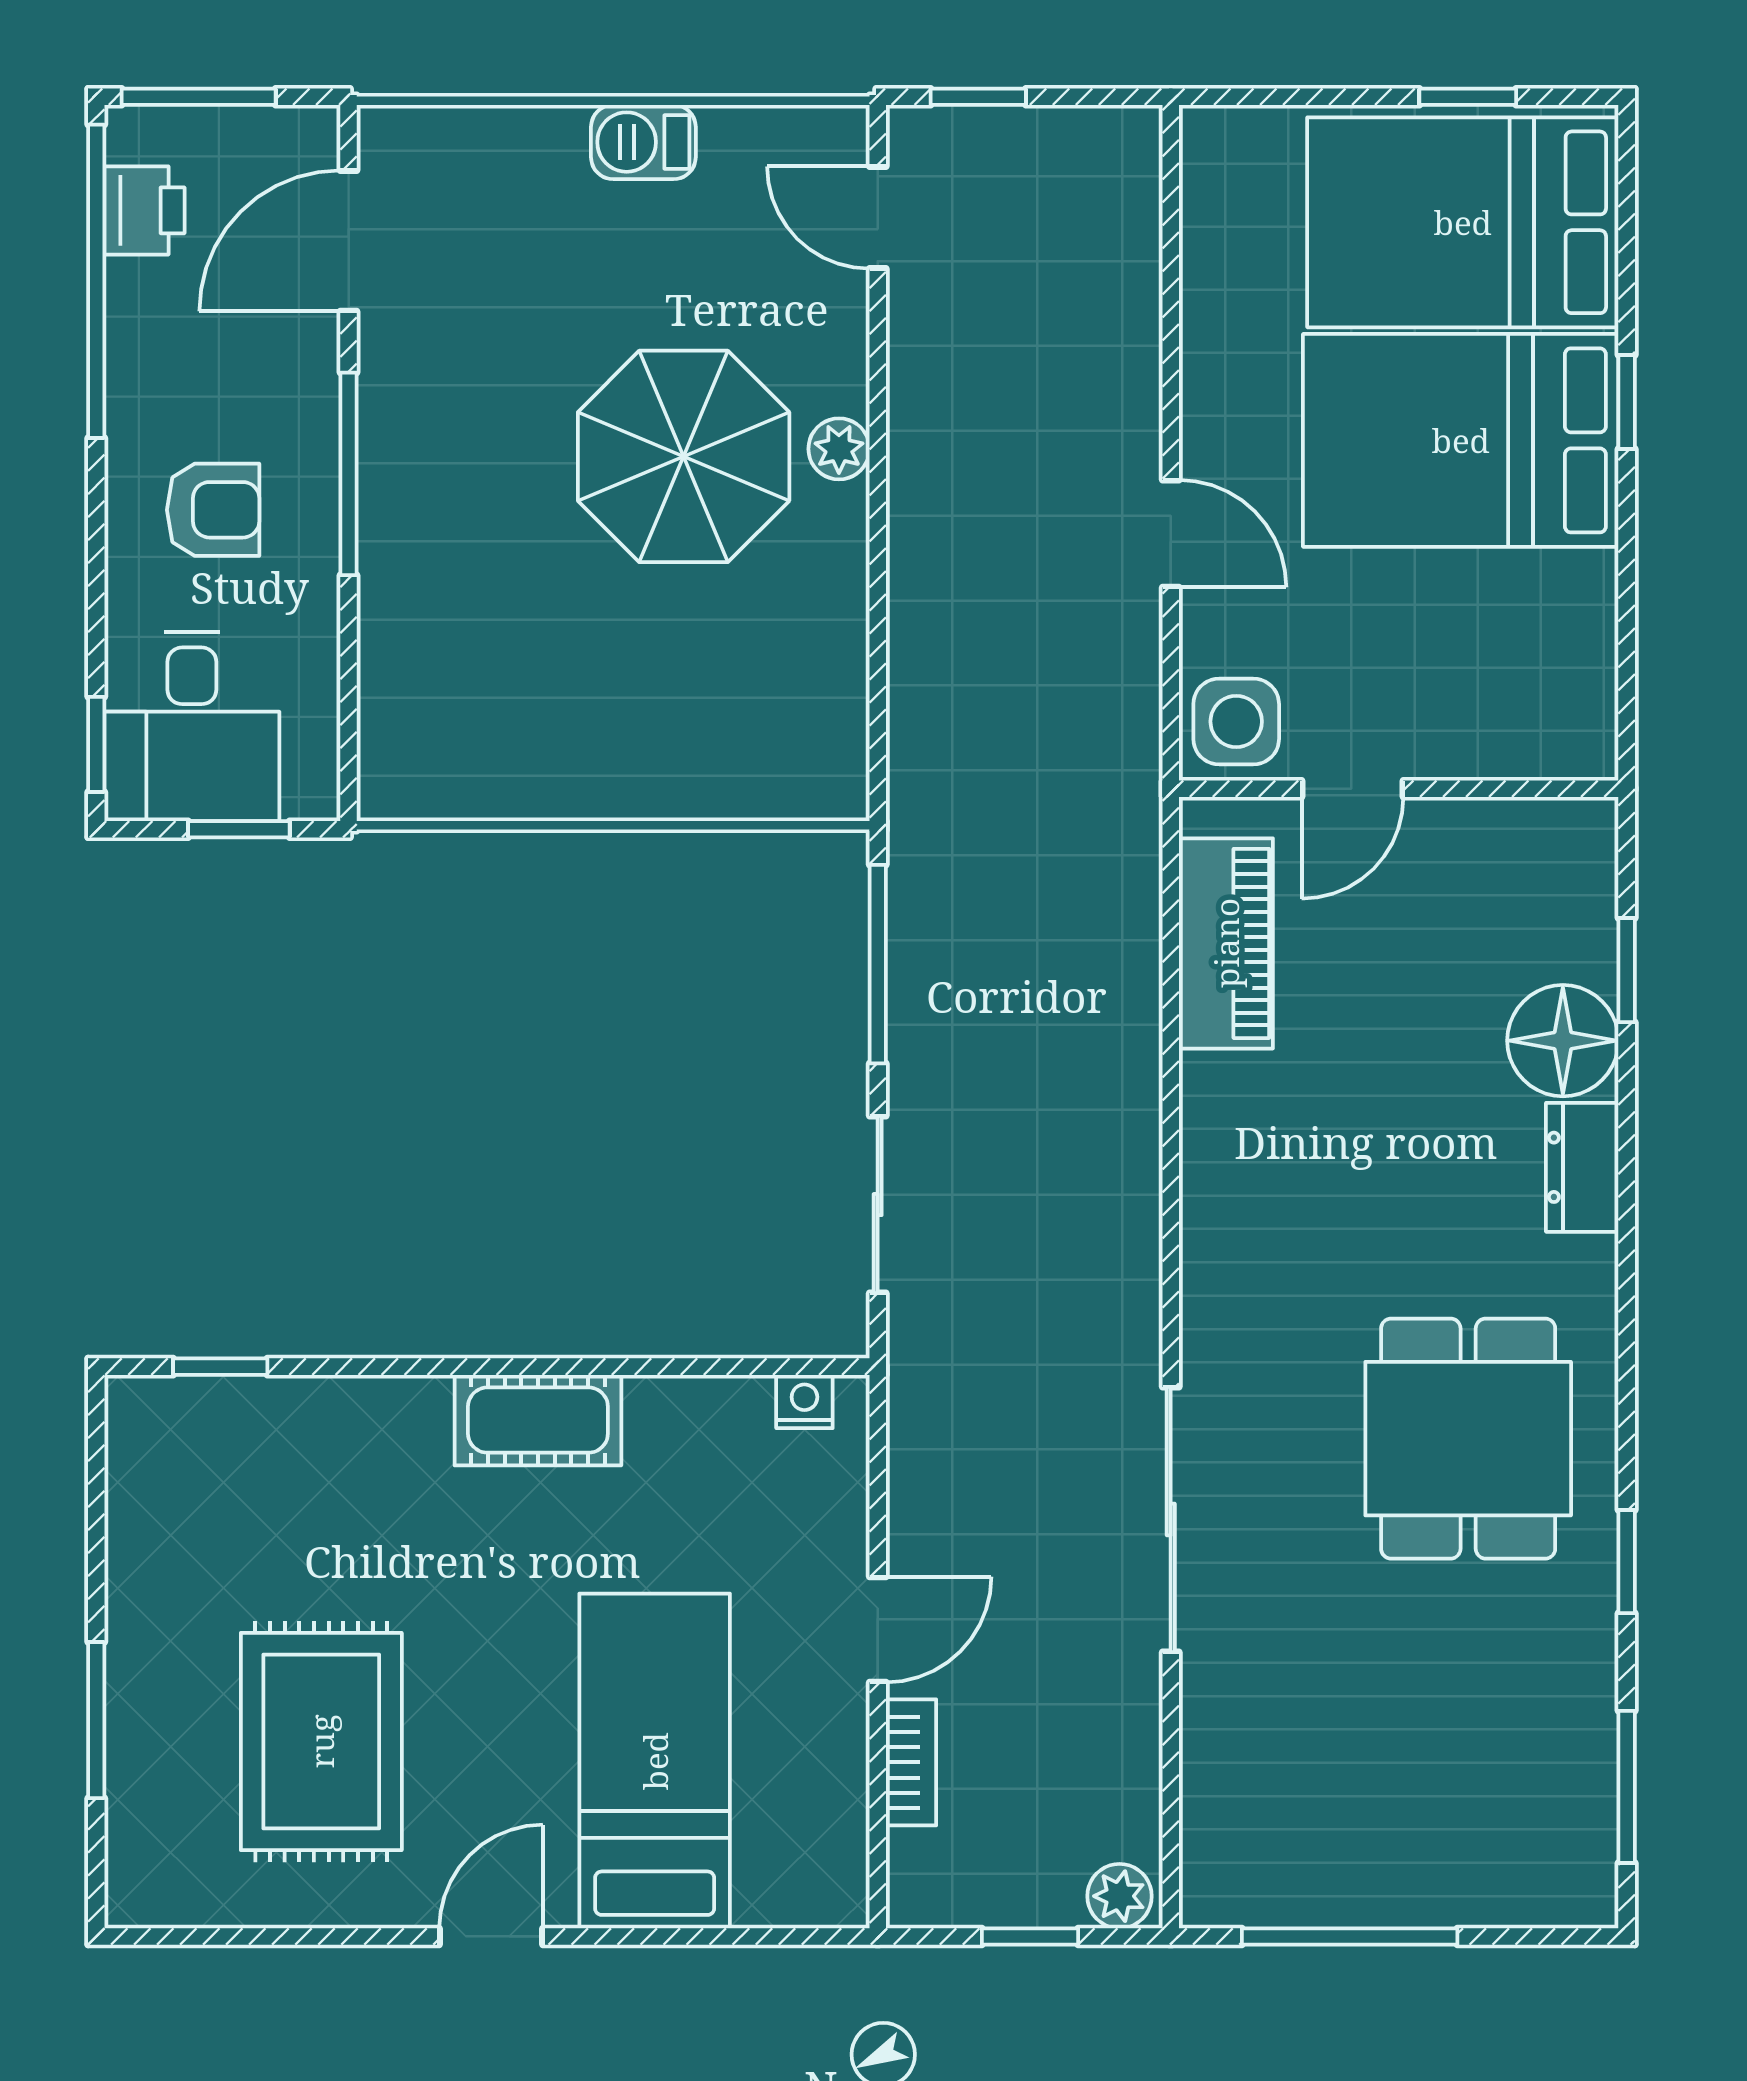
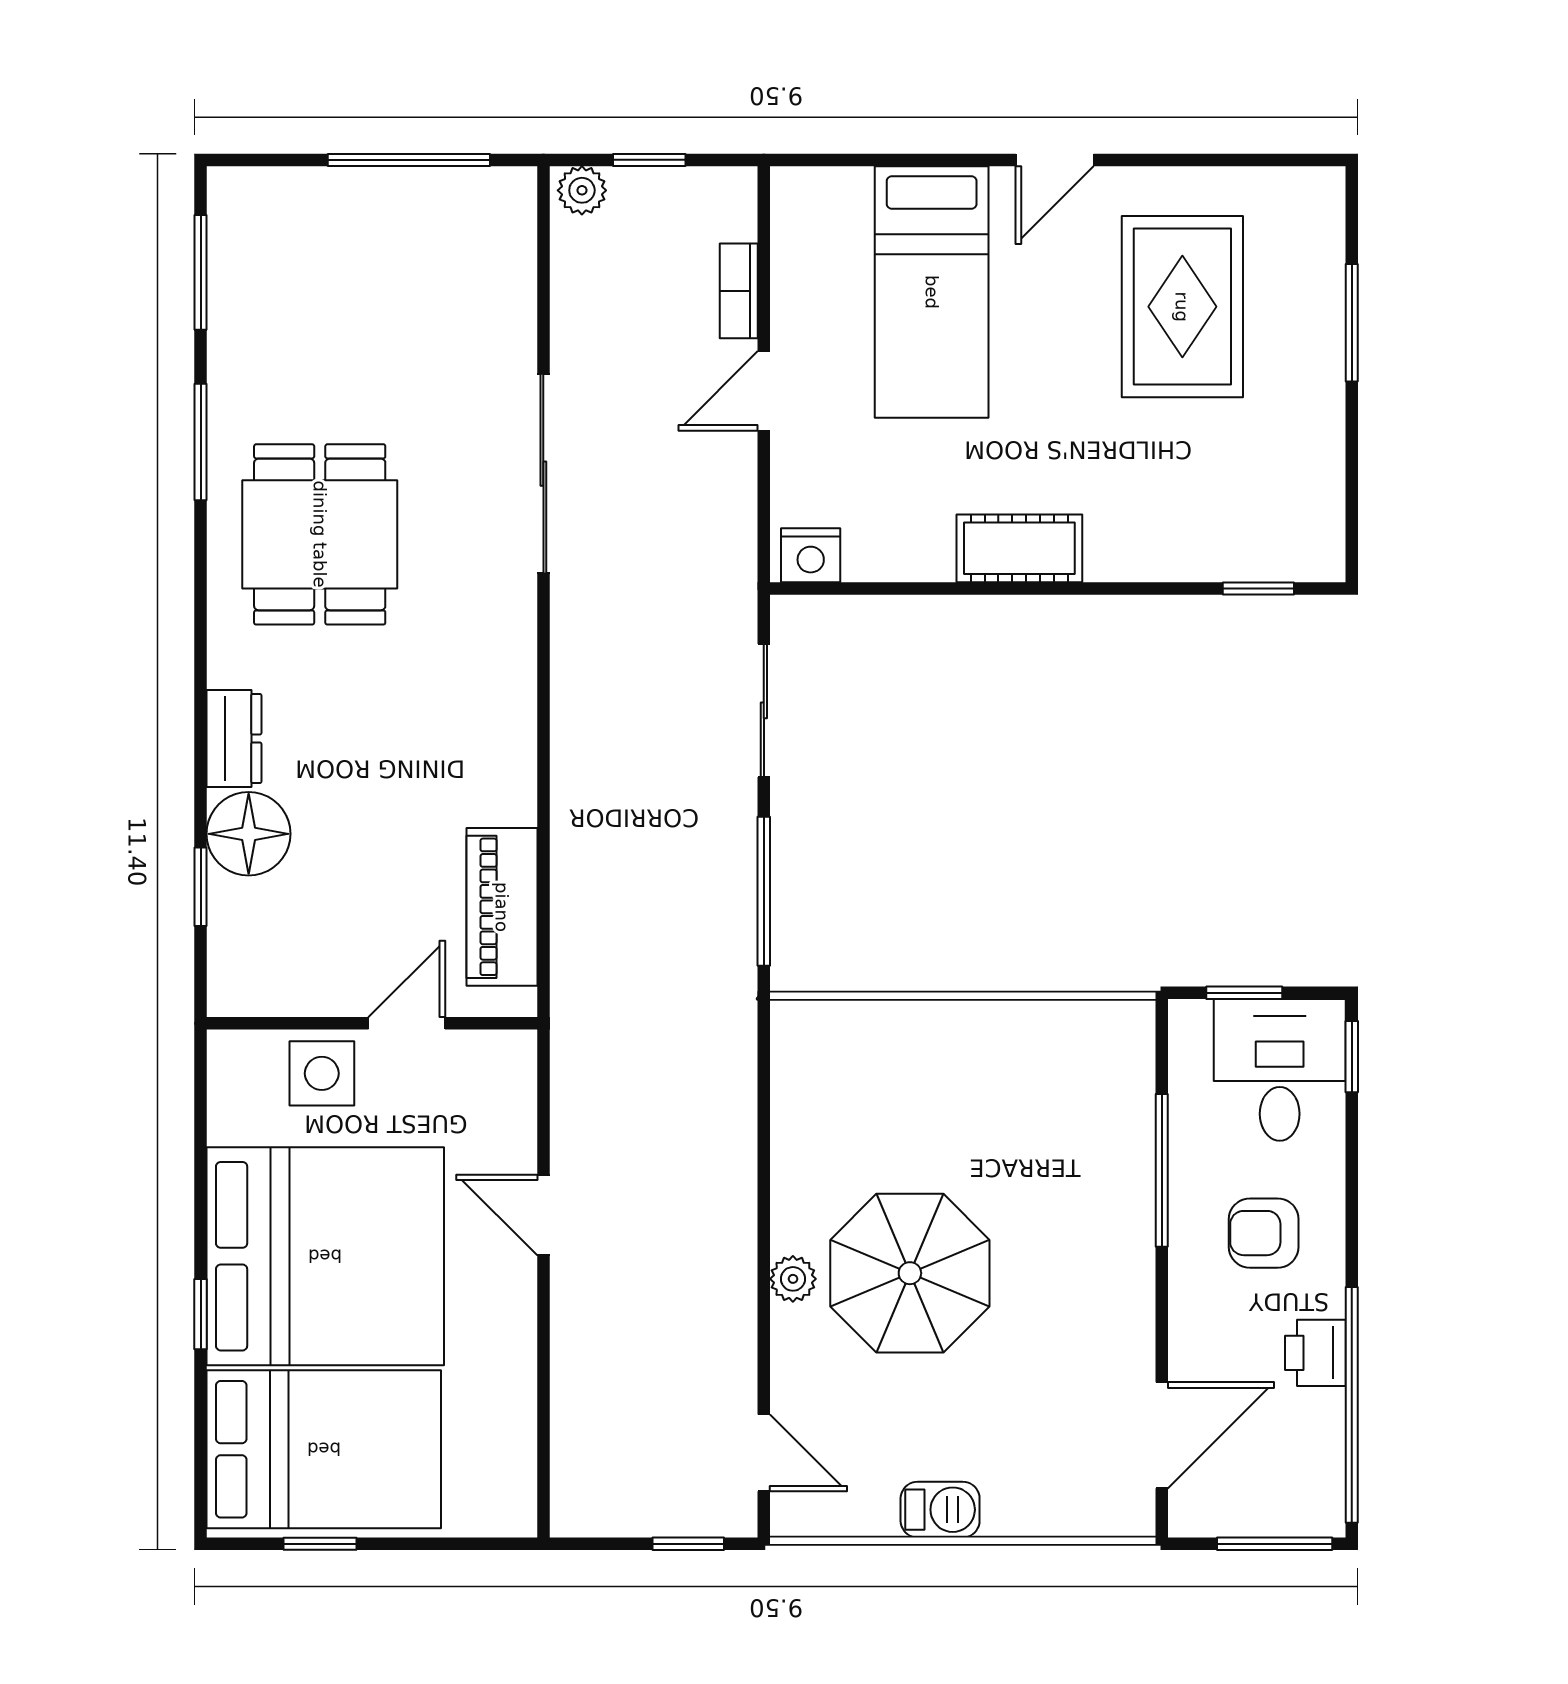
printer: (144, 210) -> (1315, 1353), moved
bed: (1461, 440) -> (325, 1256), width x1.36
window: (349, 474) -> (1162, 1170), moved
side table: (1236, 721) -> (322, 1073), moved
nightstand: (804, 1402) -> (811, 555), width x1.39, depth x1.35
window: (1627, 1562) -> (201, 442), width x1.50

